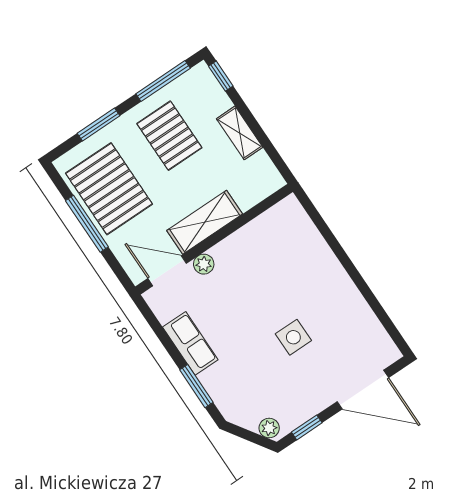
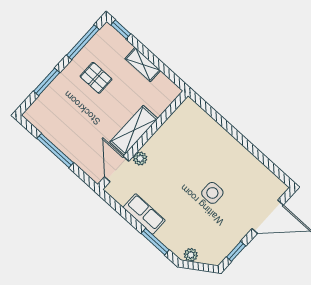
pallet: (169, 136) -> (96, 78), width x0.67, depth x0.71
pallet: (109, 189) -> (64, 123), removed
door: (167, 271) -> (117, 169), hinge flipped
plant: (269, 428) -> (191, 255), moved

